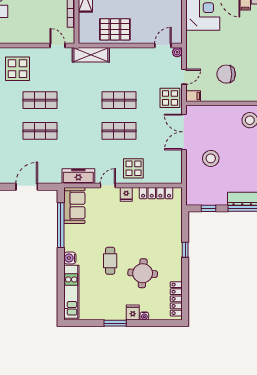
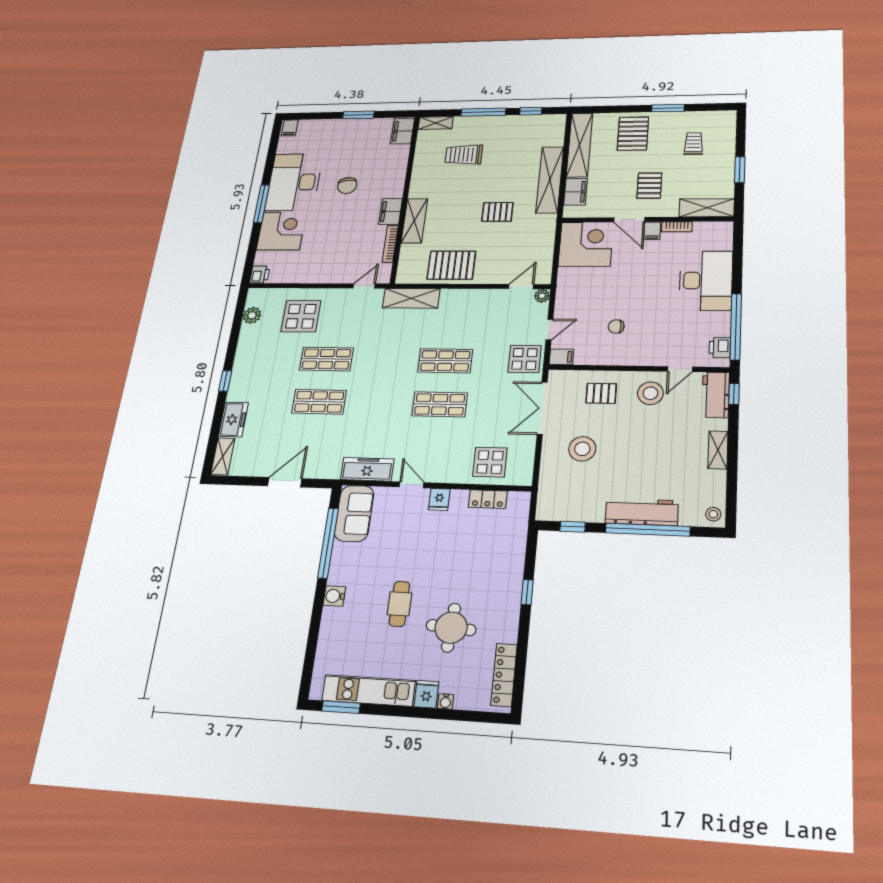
door: (58, 45) -> (364, 286), hinge flipped
chair: (226, 74) -> (616, 326), width x0.54, depth x0.54
pallet: (220, 121) -> (601, 393), added
display table: (133, 168) -> (490, 462), moved
door: (108, 186) -> (412, 485), hinge flipped
locker: (156, 193) -> (488, 499), width x0.66
kitchen unit: (71, 292) -> (369, 690), moved, turned -90
window: (115, 323) -> (341, 707), moved

